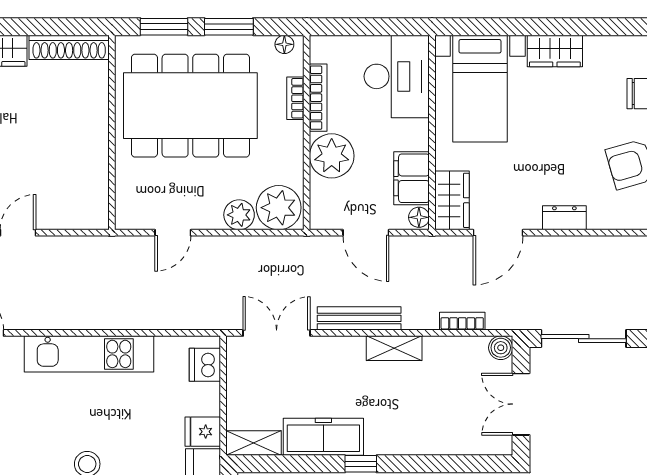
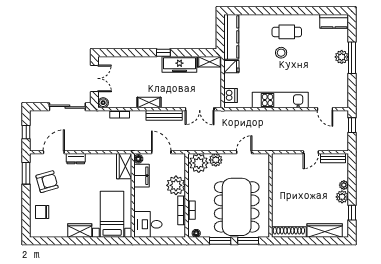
desk: (397, 76) -> (148, 224), width x0.73
dining table: (190, 106) -> (237, 207), turned 90
door: (498, 233) -> (54, 152), moved

